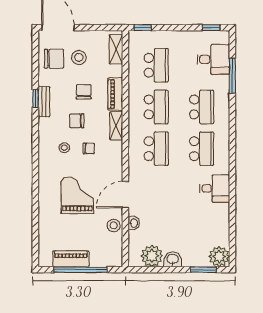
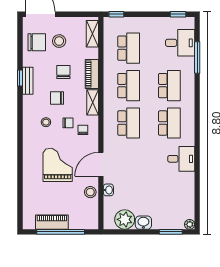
chair: (105, 156) -> (83, 130), added
plant: (219, 257) -> (190, 224), width x0.53, depth x0.53

